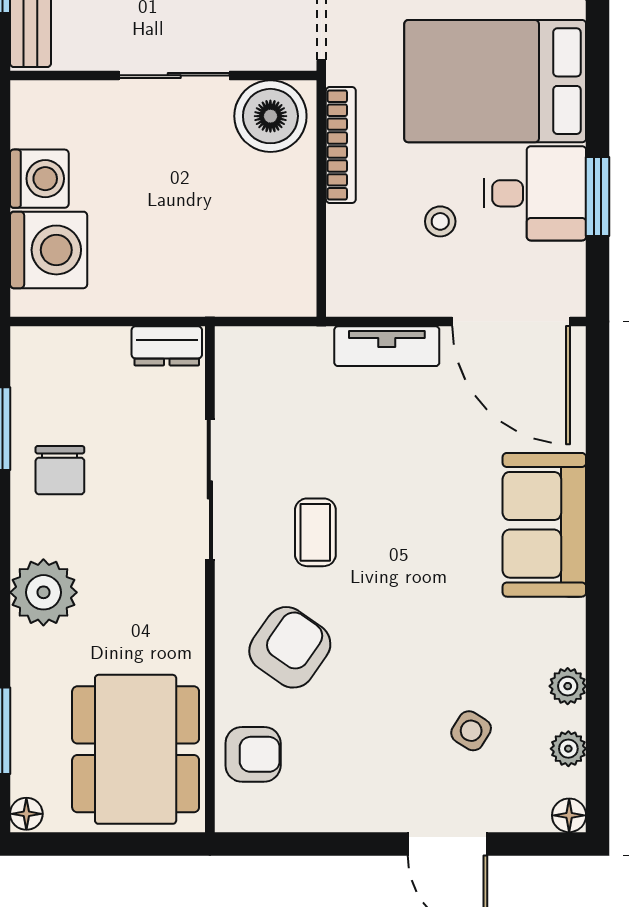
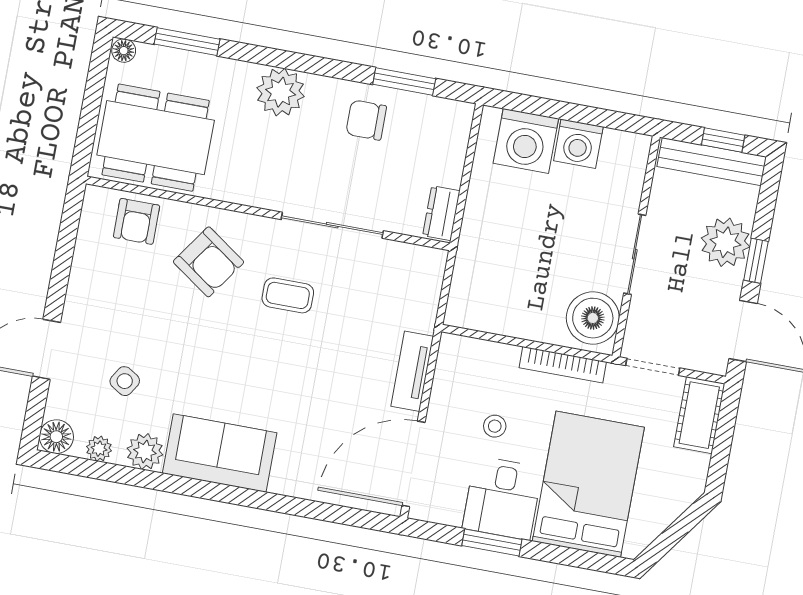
sofa: (544, 525) -> (220, 453), moved
plant: (568, 686) -> (145, 452), width x1.38, depth x1.38
floor lamp: (569, 815) -> (56, 437), width x1.37, depth x1.37

